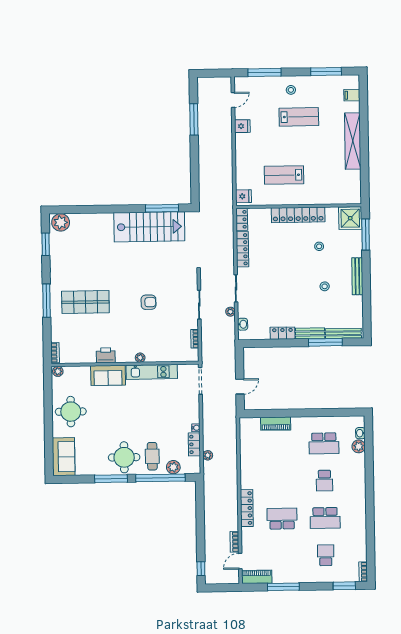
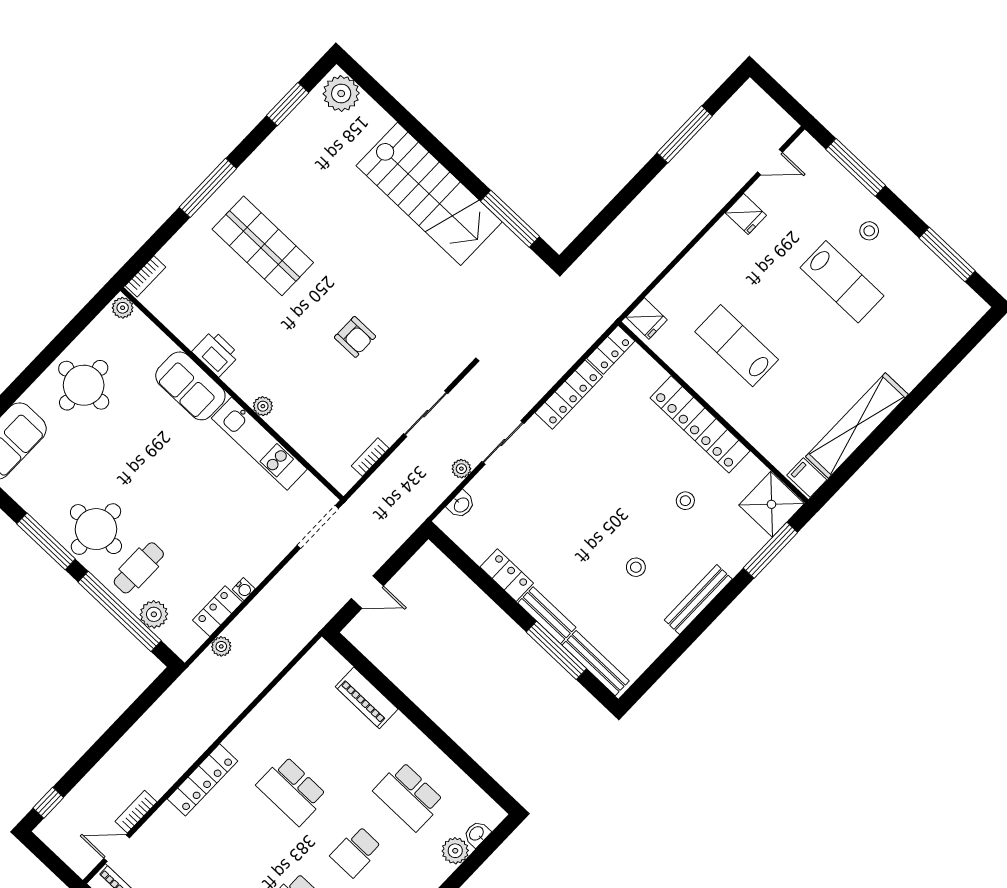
filing cabinet: (352, 95) -> (807, 478), moved
shelving: (353, 141) -> (857, 426), moved
stairs: (149, 227) -> (429, 194), moved
school desk: (282, 519) -> (292, 791), moved, turned 180

